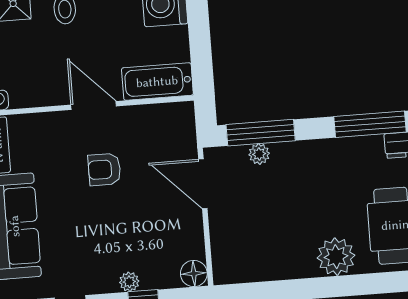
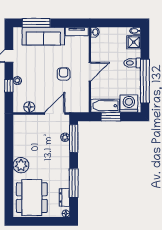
window: (200, 46) -> (111, 117), added
bathtub: (157, 82) -> (105, 106), moved, turned -90
floor lamp: (194, 273) -> (29, 107), moved

